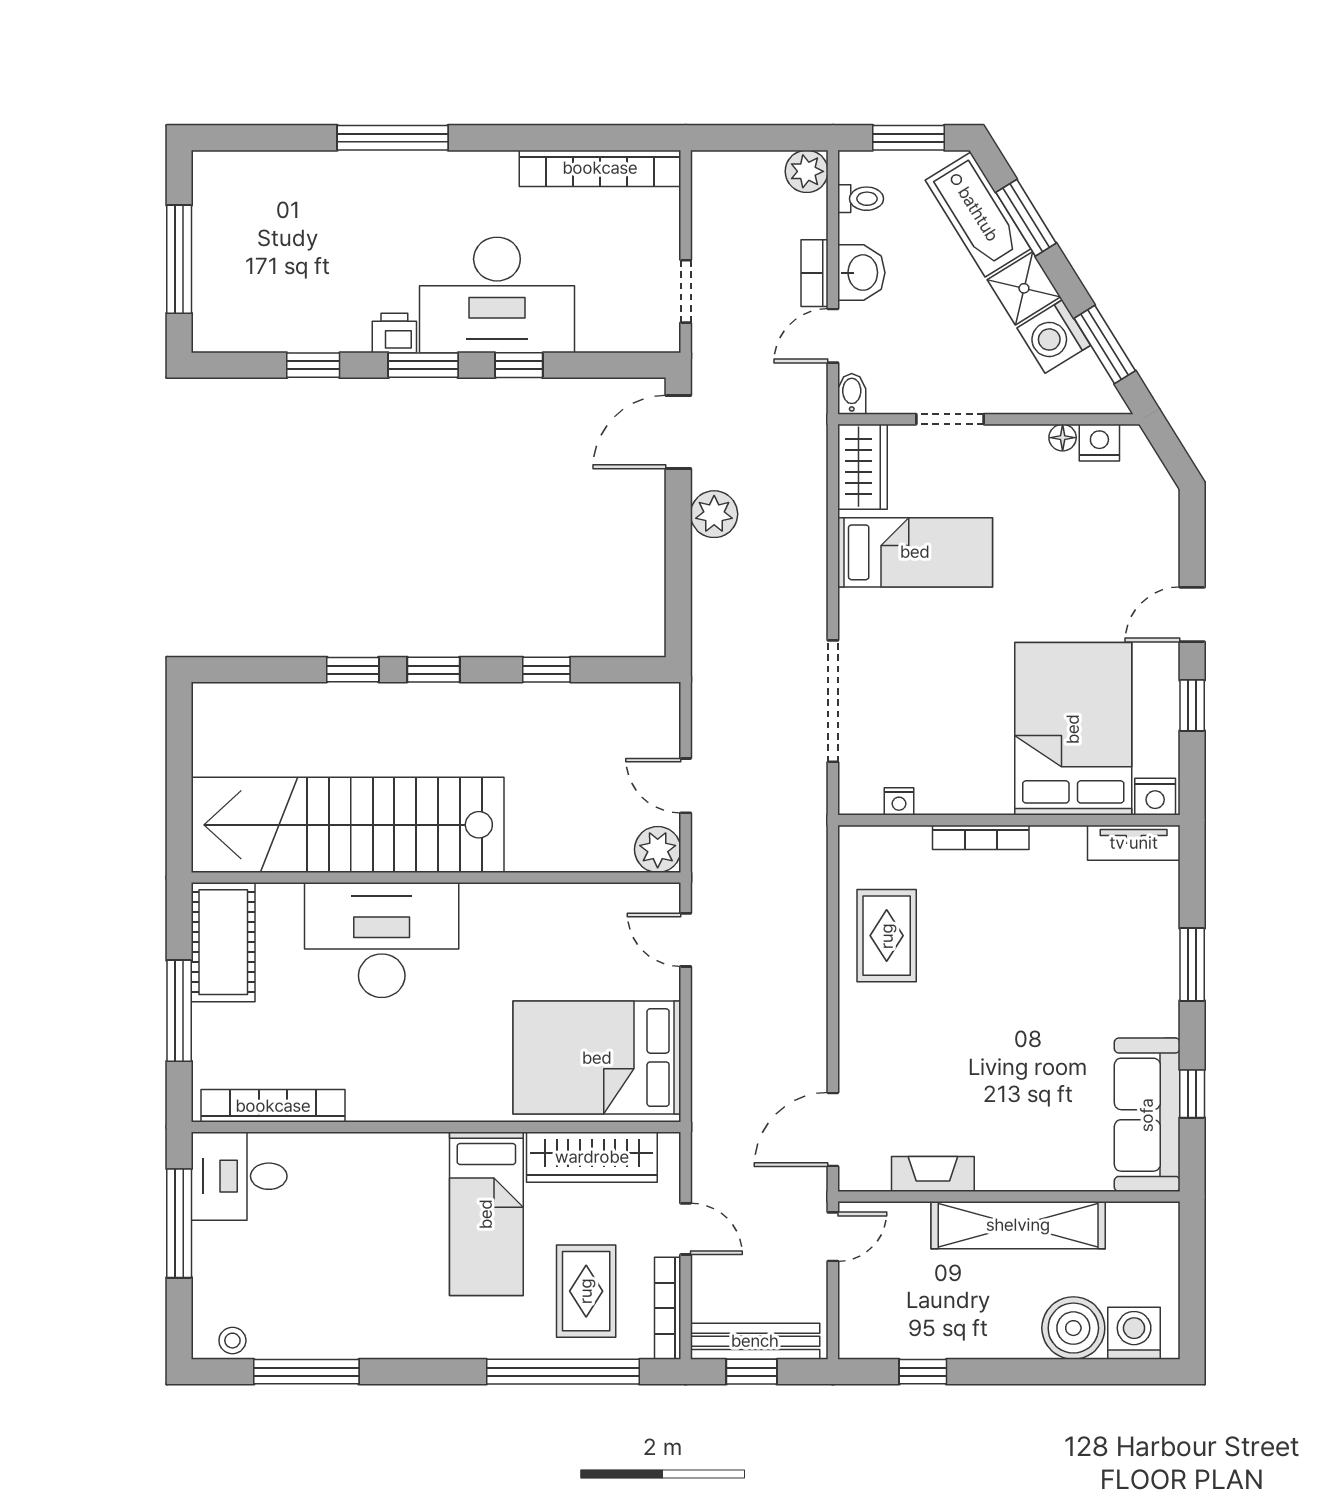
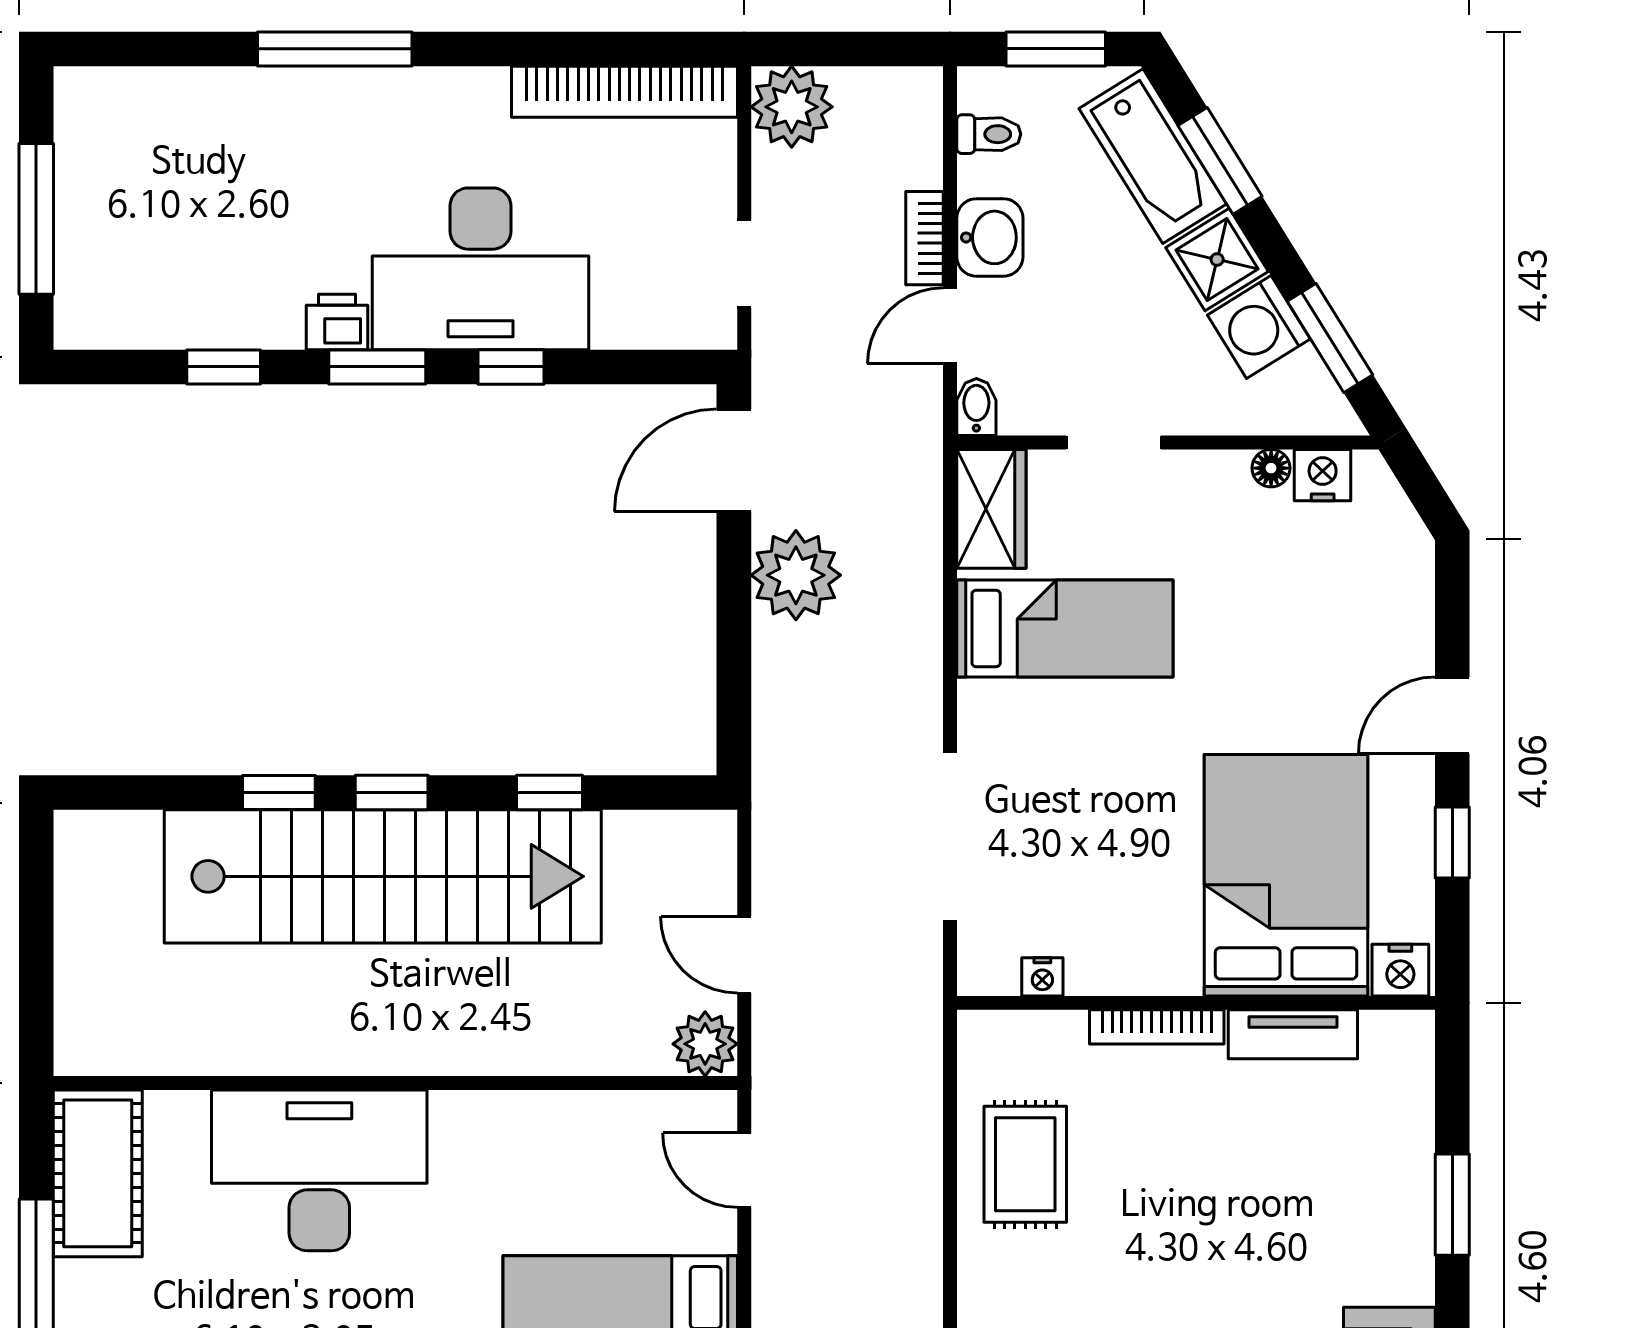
plant: (807, 171) -> (792, 107), moved, width x1.36, depth x1.36
plant: (714, 514) -> (796, 575), width x1.36, depth x1.36
stairs: (348, 825) -> (383, 876), moved, turned 180
tv unit: (1134, 843) -> (1293, 1034), moved

